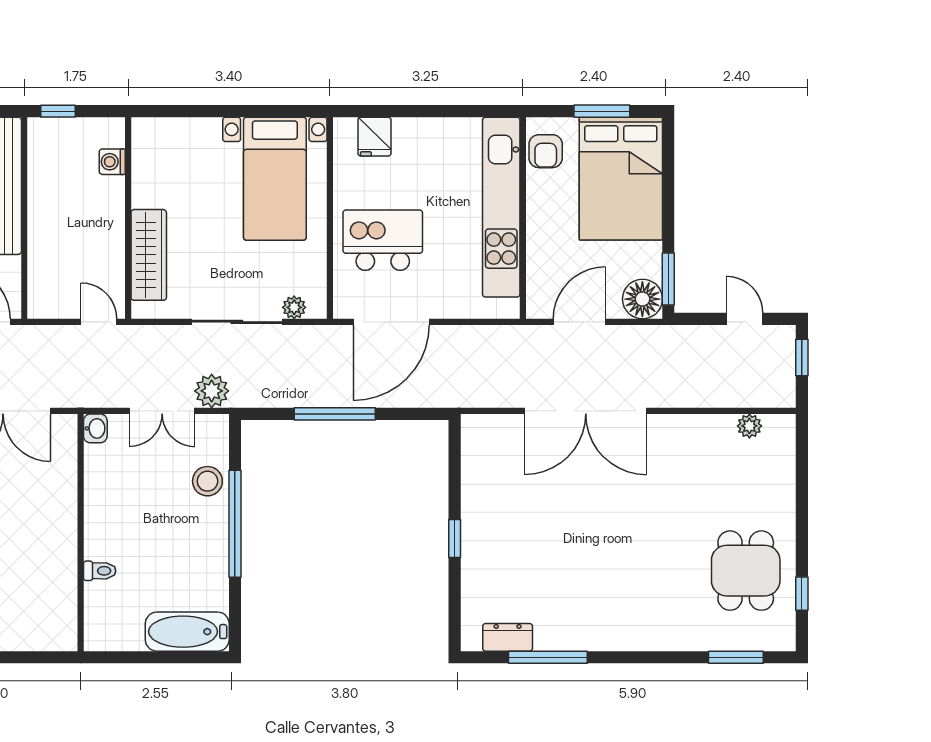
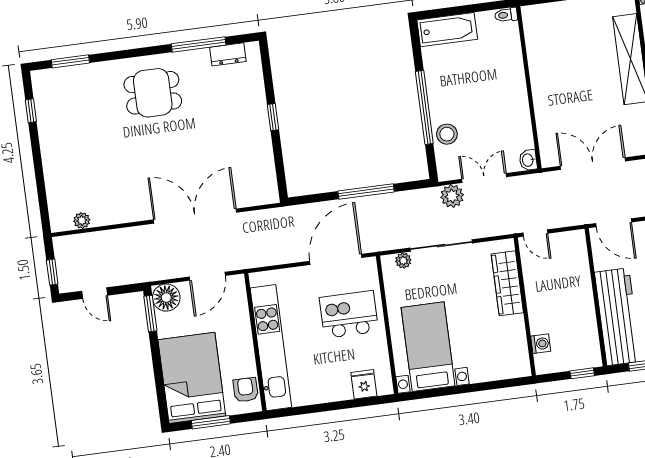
kitchen island: (383, 240) -> (349, 314), turned 180
toilet: (100, 571) -> (506, 15), moved
dining table: (746, 571) -> (153, 93), moved, turned 90

